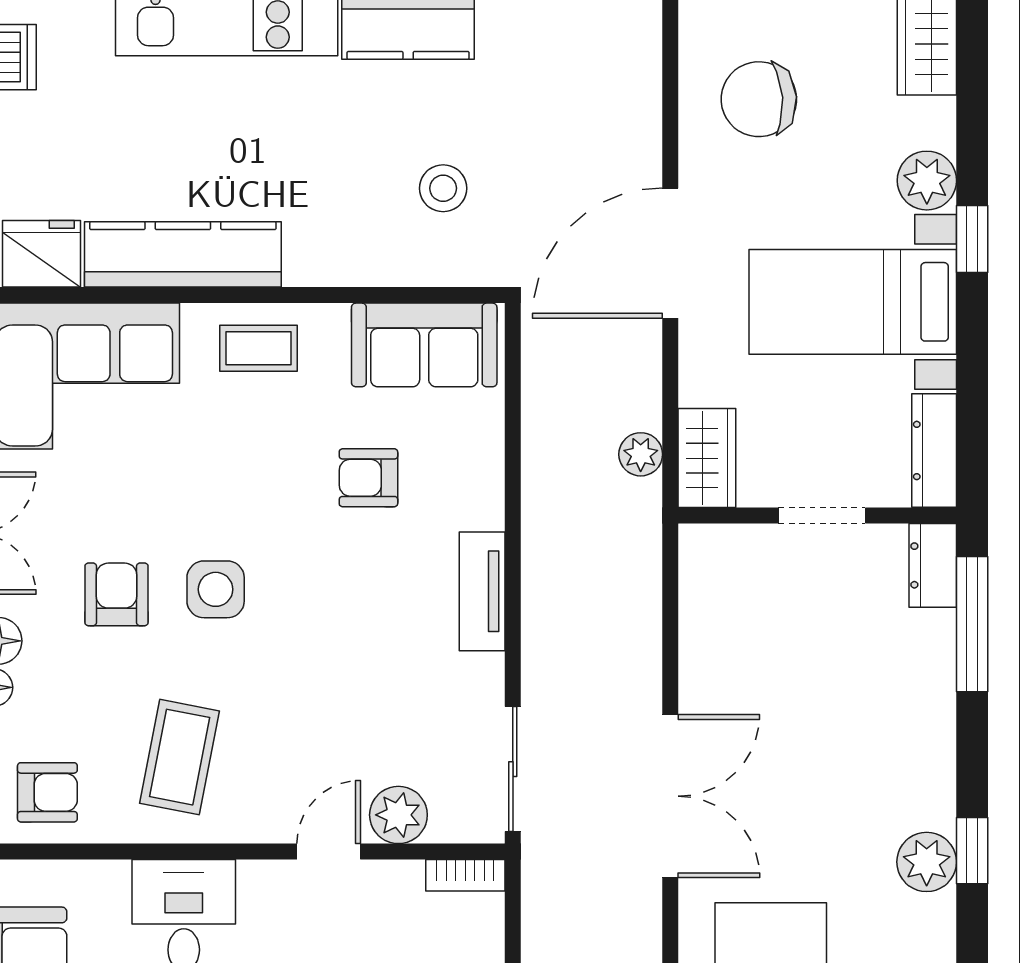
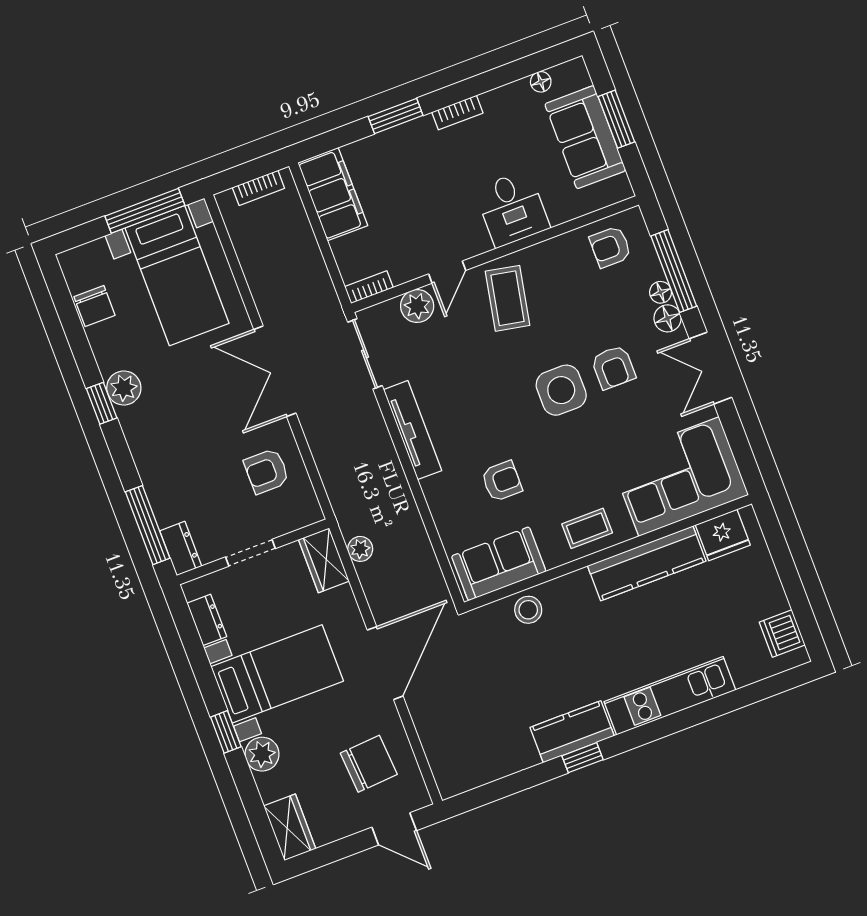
stool: (443, 188) -> (528, 610), moved
dresser: (934, 450) -> (207, 620), width x0.70
side table: (216, 589) -> (561, 390), width x1.37, depth x1.37
tv unit: (482, 591) -> (413, 430), width x1.41
armchair: (745, 638) -> (267, 471), added
coffee table: (180, 757) -> (508, 298), moved

